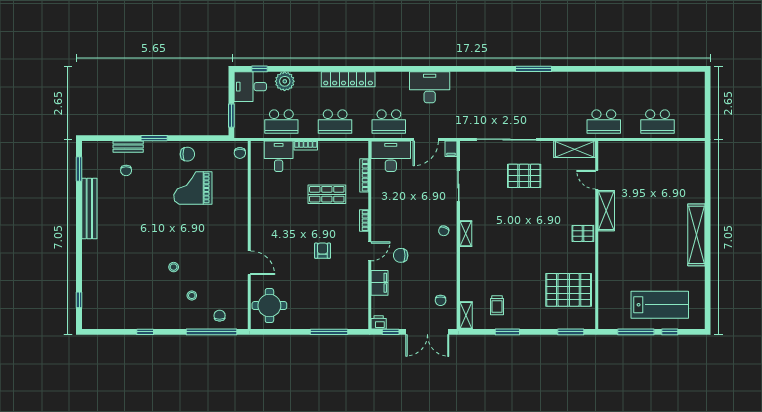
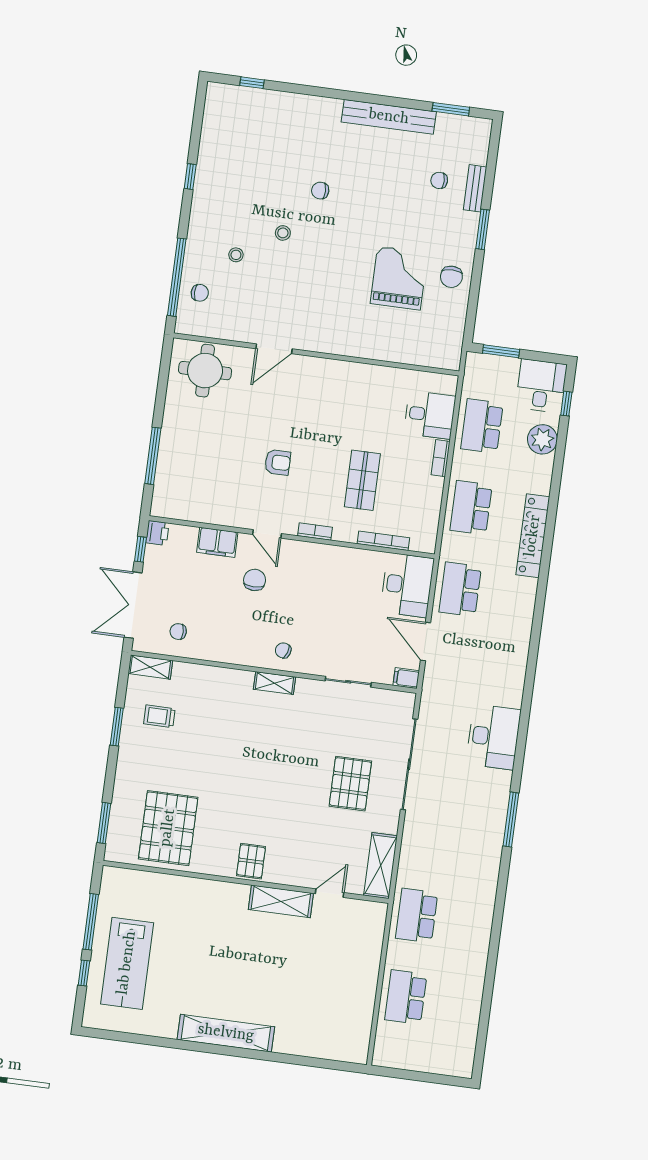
desk: (430, 87) -> (493, 737), moved
chair: (240, 153) -> (320, 191), moved

